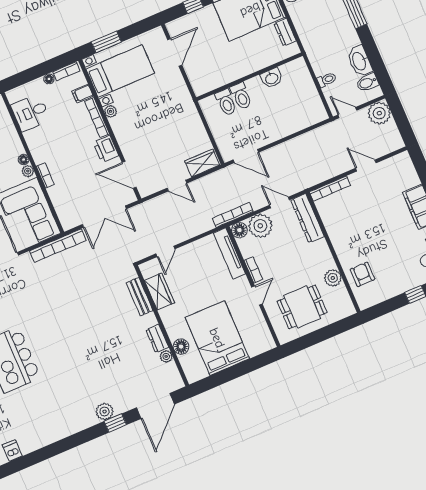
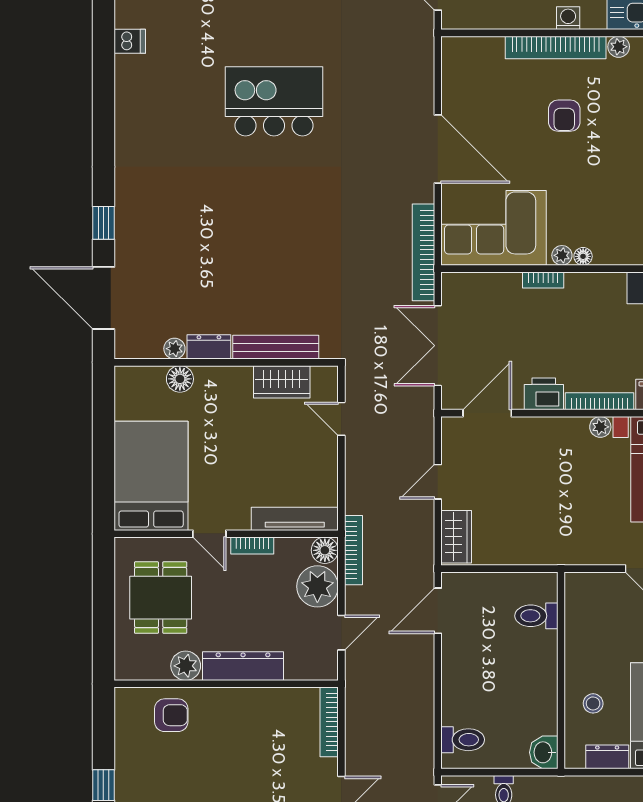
stool: (260, 52) -> (593, 703), added
washbasin: (272, 78) -> (544, 752), moved
toilet: (241, 96) -> (463, 740), moved, turned 180
dresser: (307, 218) -> (243, 666), moved
bench: (140, 297) -> (276, 347), width x1.36
bed: (217, 338) -> (151, 476), moved, turned -90
plant: (105, 412) -> (129, 214), removed

